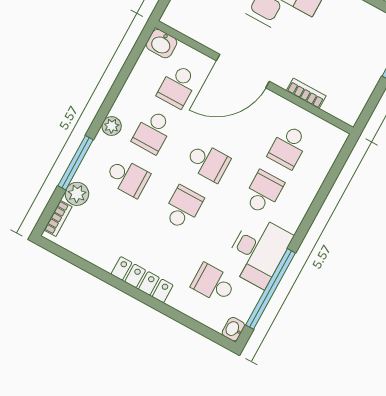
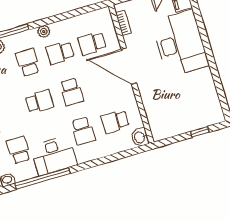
washbasin: (162, 44) -> (140, 137), moved
bookcase: (306, 93) -> (123, 23), moved
school desk: (128, 177) -> (28, 62), turned 180
school desk: (263, 192) -> (83, 131), turned 90

